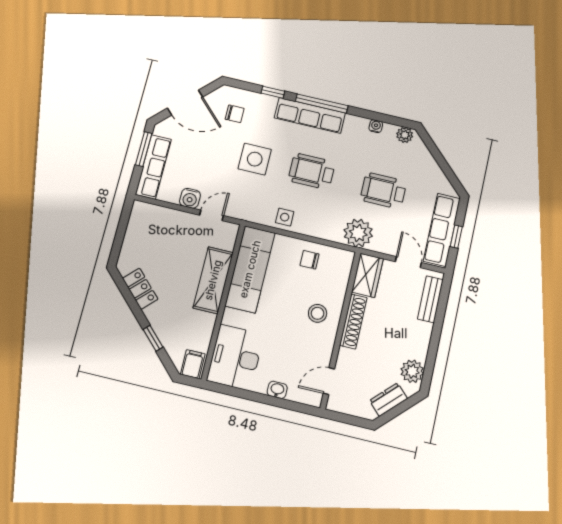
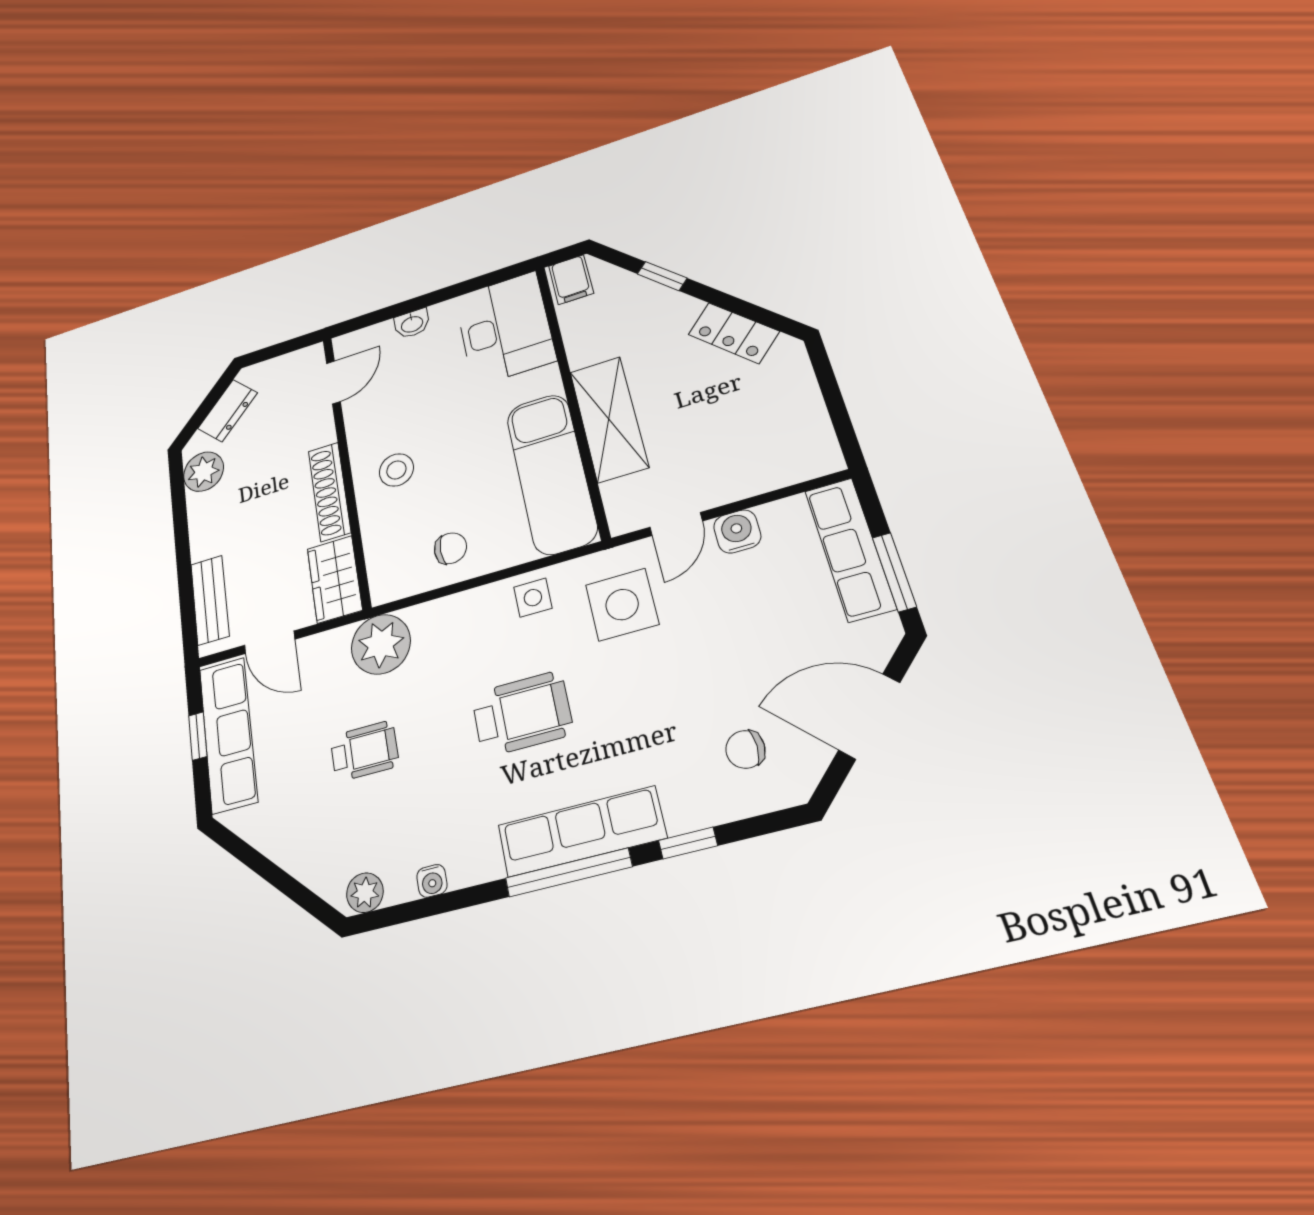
side table: (255, 159) -> (622, 605), moved
wheelchair: (383, 191) -> (364, 751), width x0.73, depth x0.73

